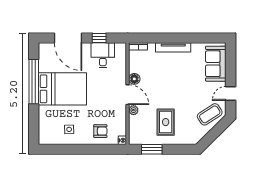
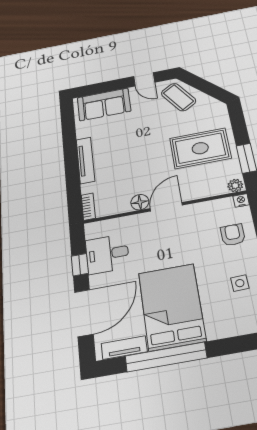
tv unit: (43, 59) -> (124, 348), added
plant: (133, 110) -> (235, 186), moved
rug: (166, 122) -> (200, 148), width x1.36, depth x1.43

